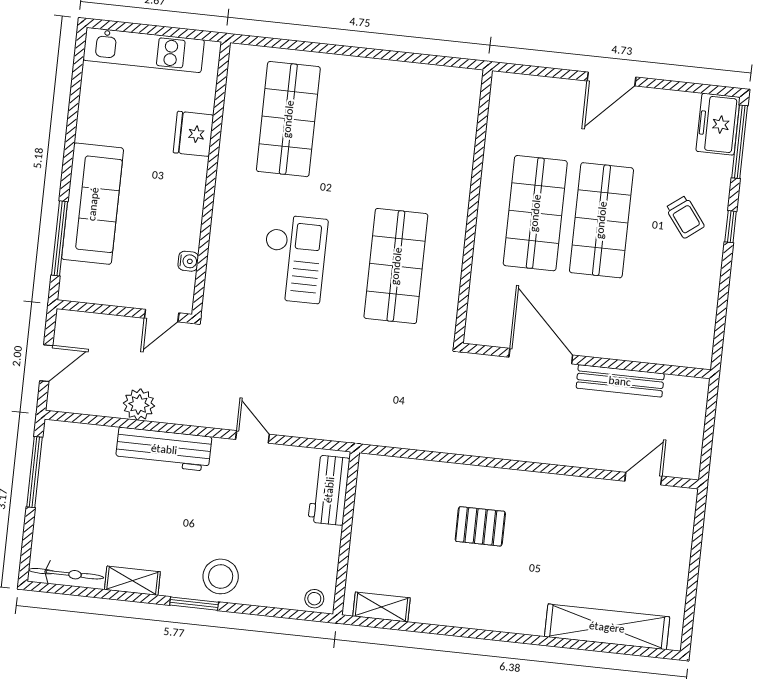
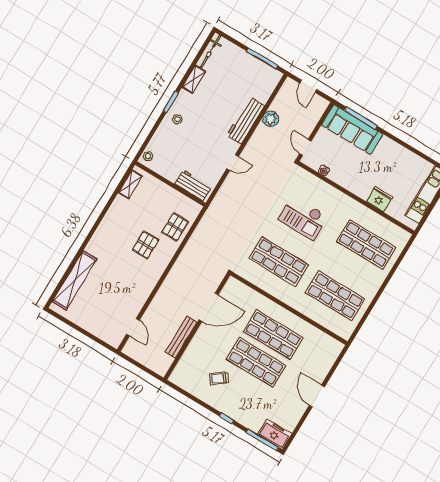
shop shelf: (410, 132) -> (335, 296), added
sofa: (93, 204) -> (352, 130), moved
trolley: (685, 217) -> (219, 378), moved
pallet: (421, 488) -> (175, 227), added
stool: (221, 576) -> (177, 119), width x0.53, depth x0.53

